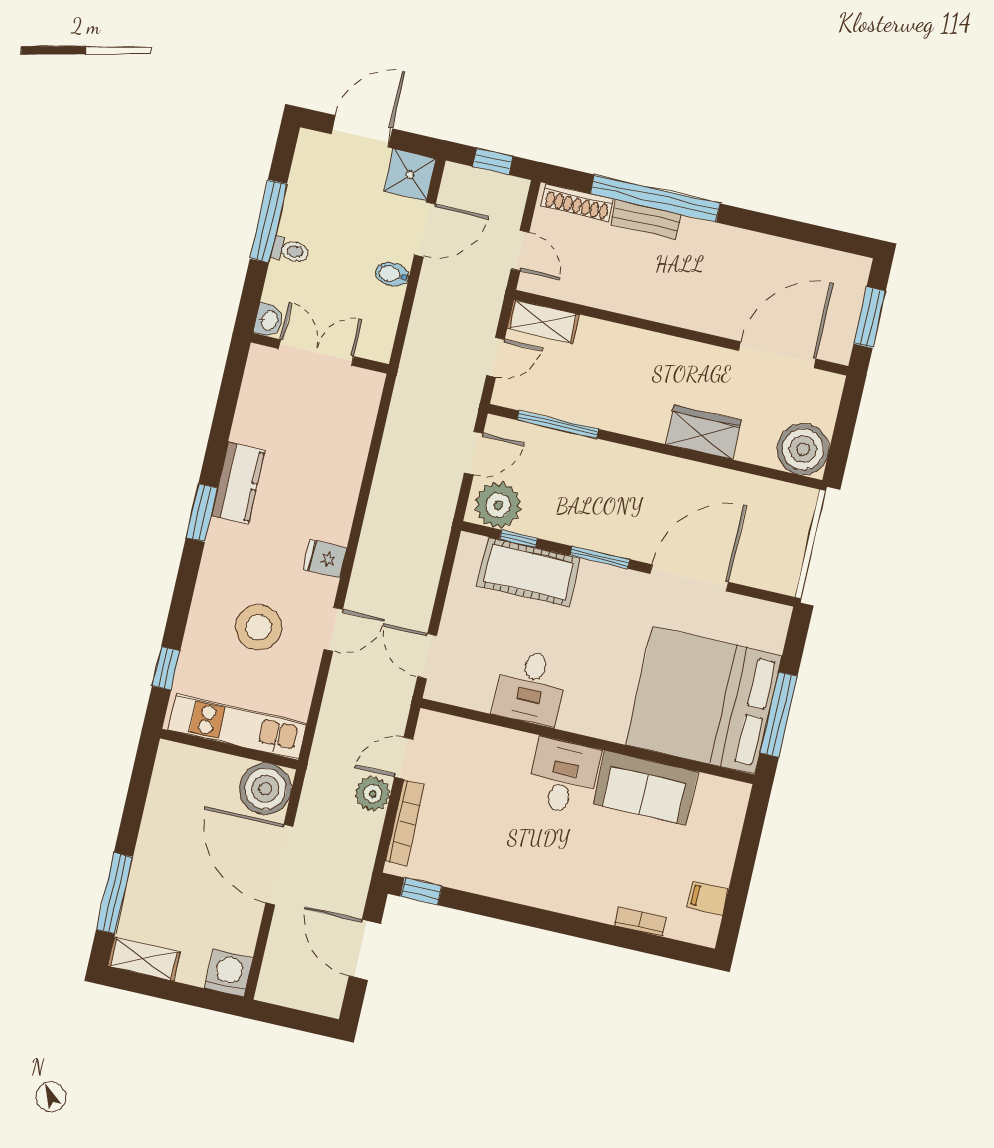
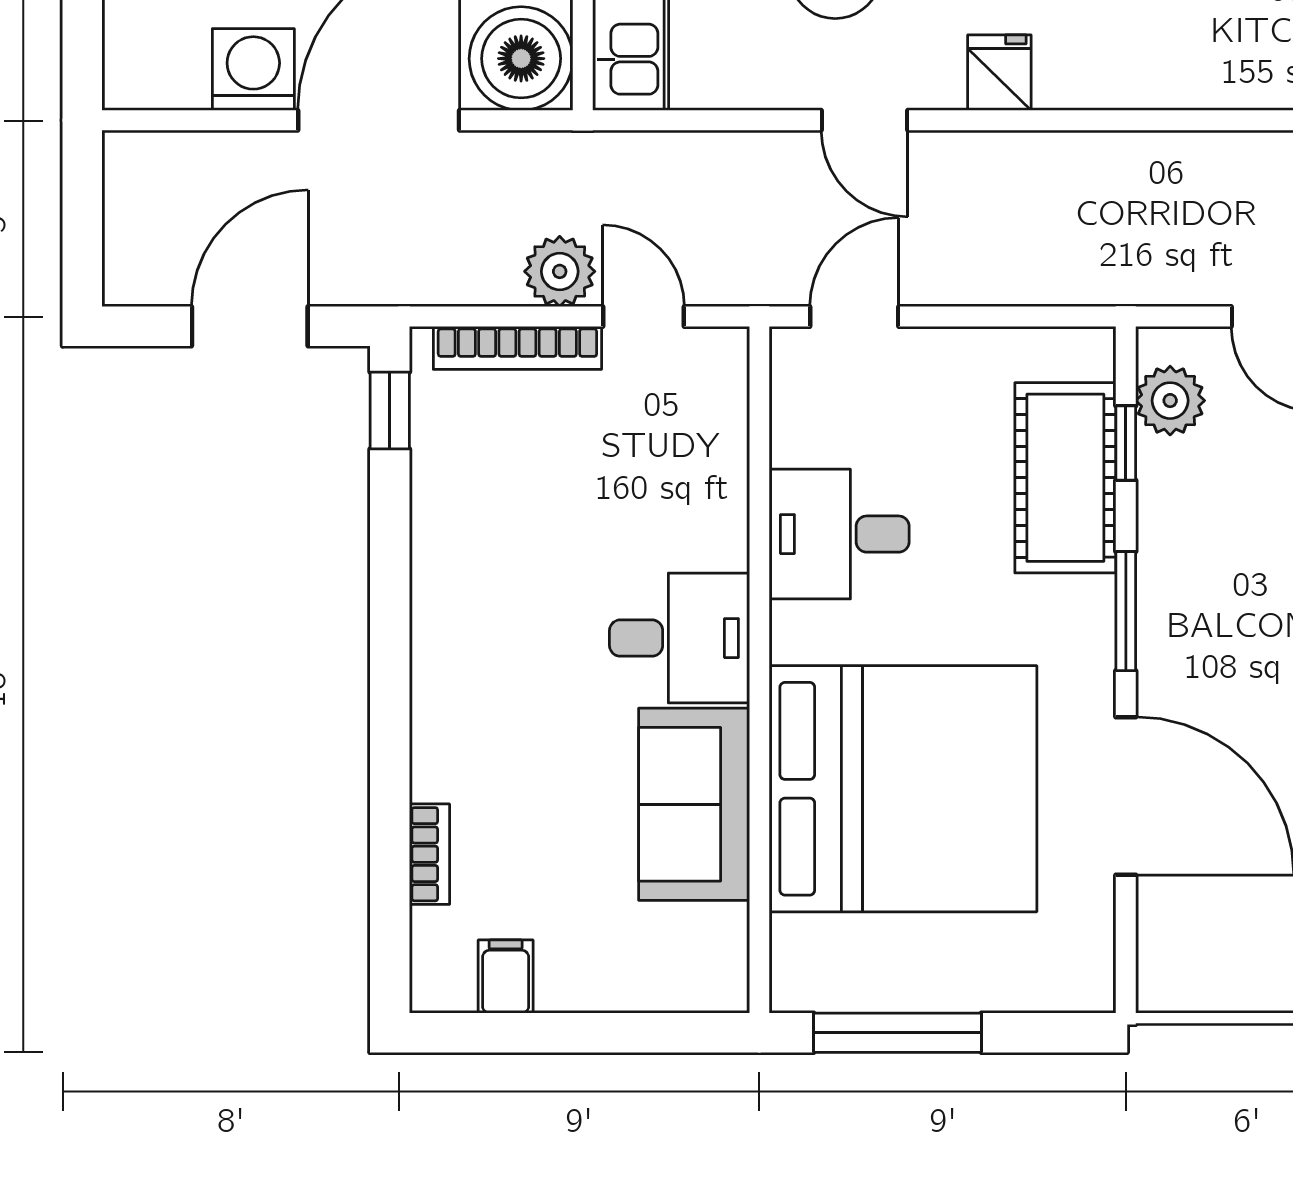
plant: (498, 505) -> (1170, 401), width x0.73, depth x0.73
bed: (704, 700) -> (903, 789), moved, turned 90
washing machine: (229, 973) -> (253, 69), moved, turned -90

